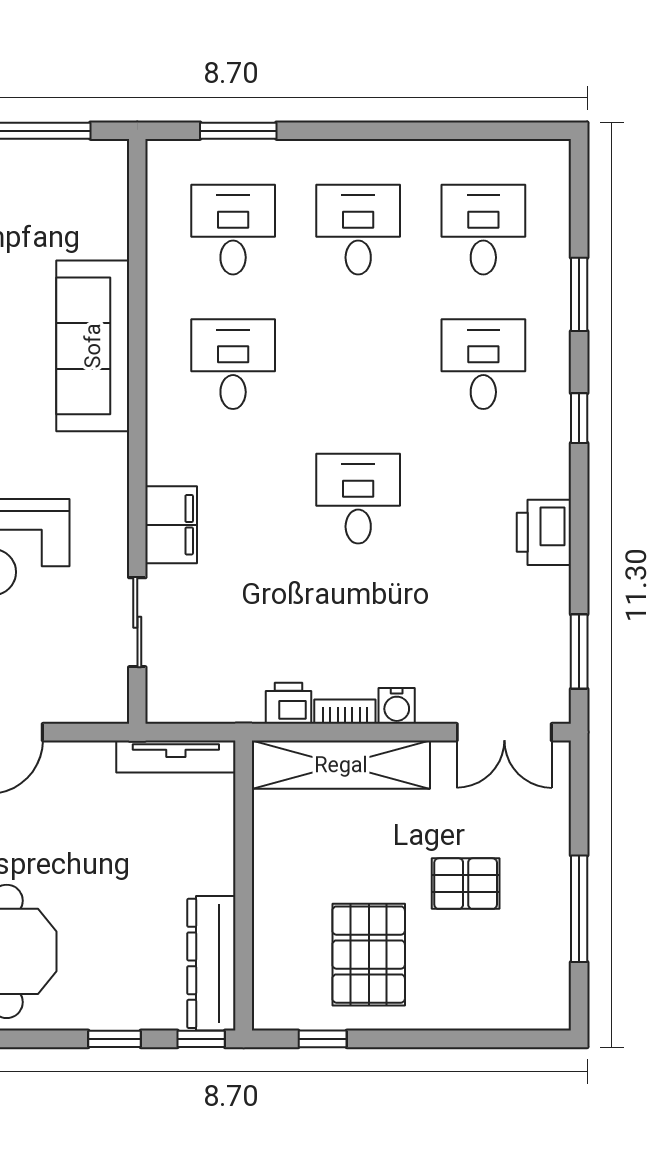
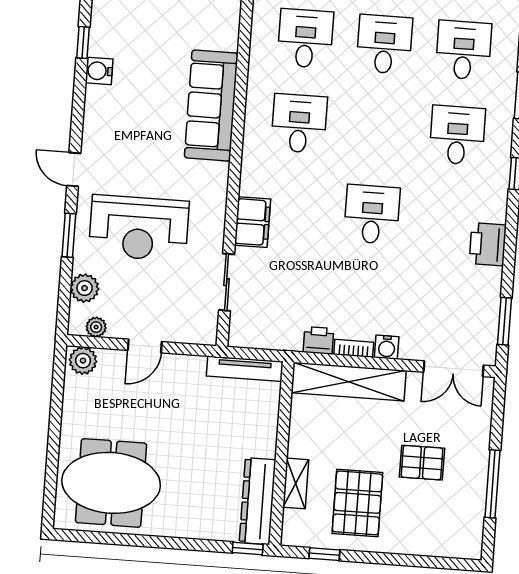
shelving: (269, 931) -> (296, 483), added
window: (114, 1039) -> (193, 544), removed

